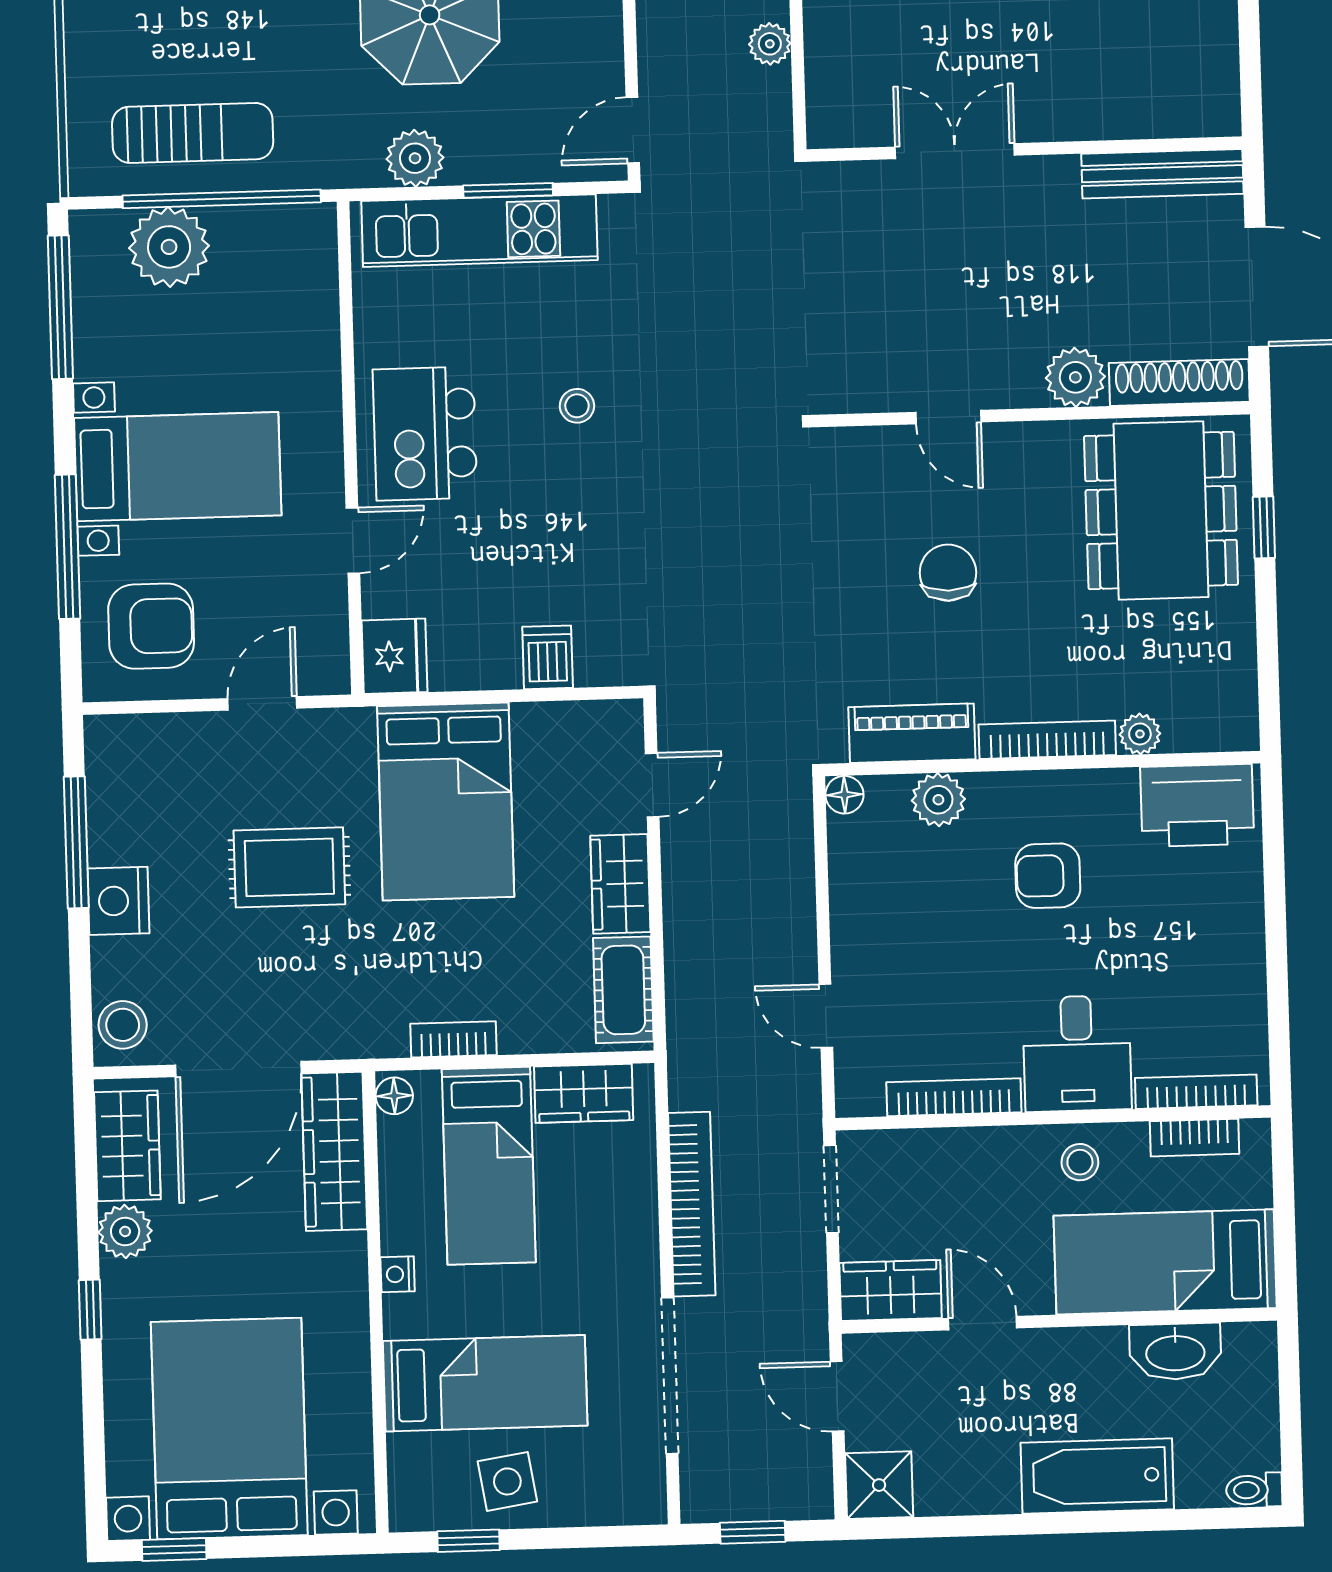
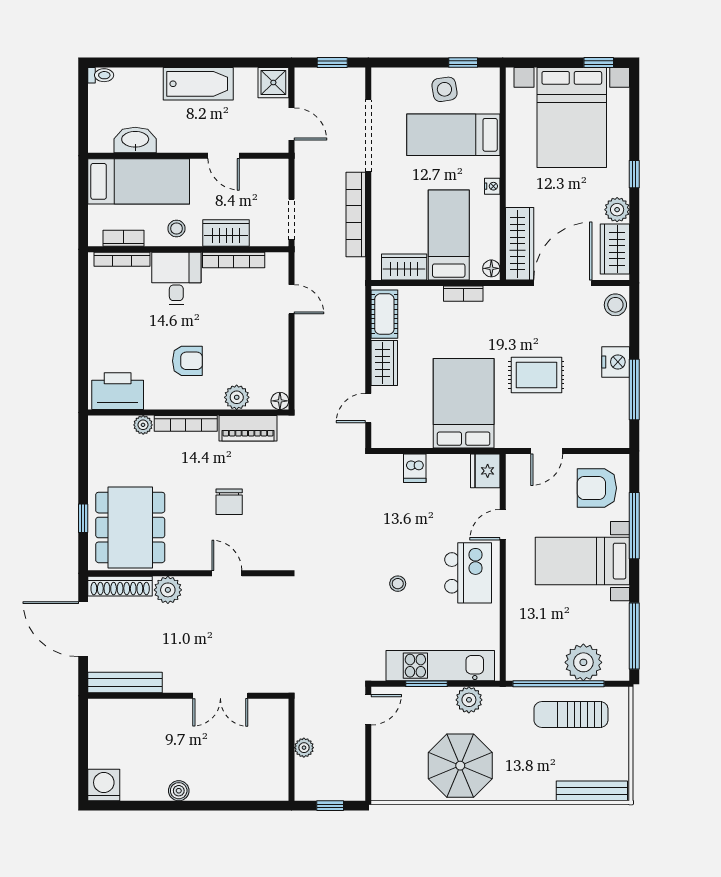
wardrobe: (891, 1290) -> (226, 233), moved, turned 180
bathtub: (1097, 1476) -> (198, 84), moved

